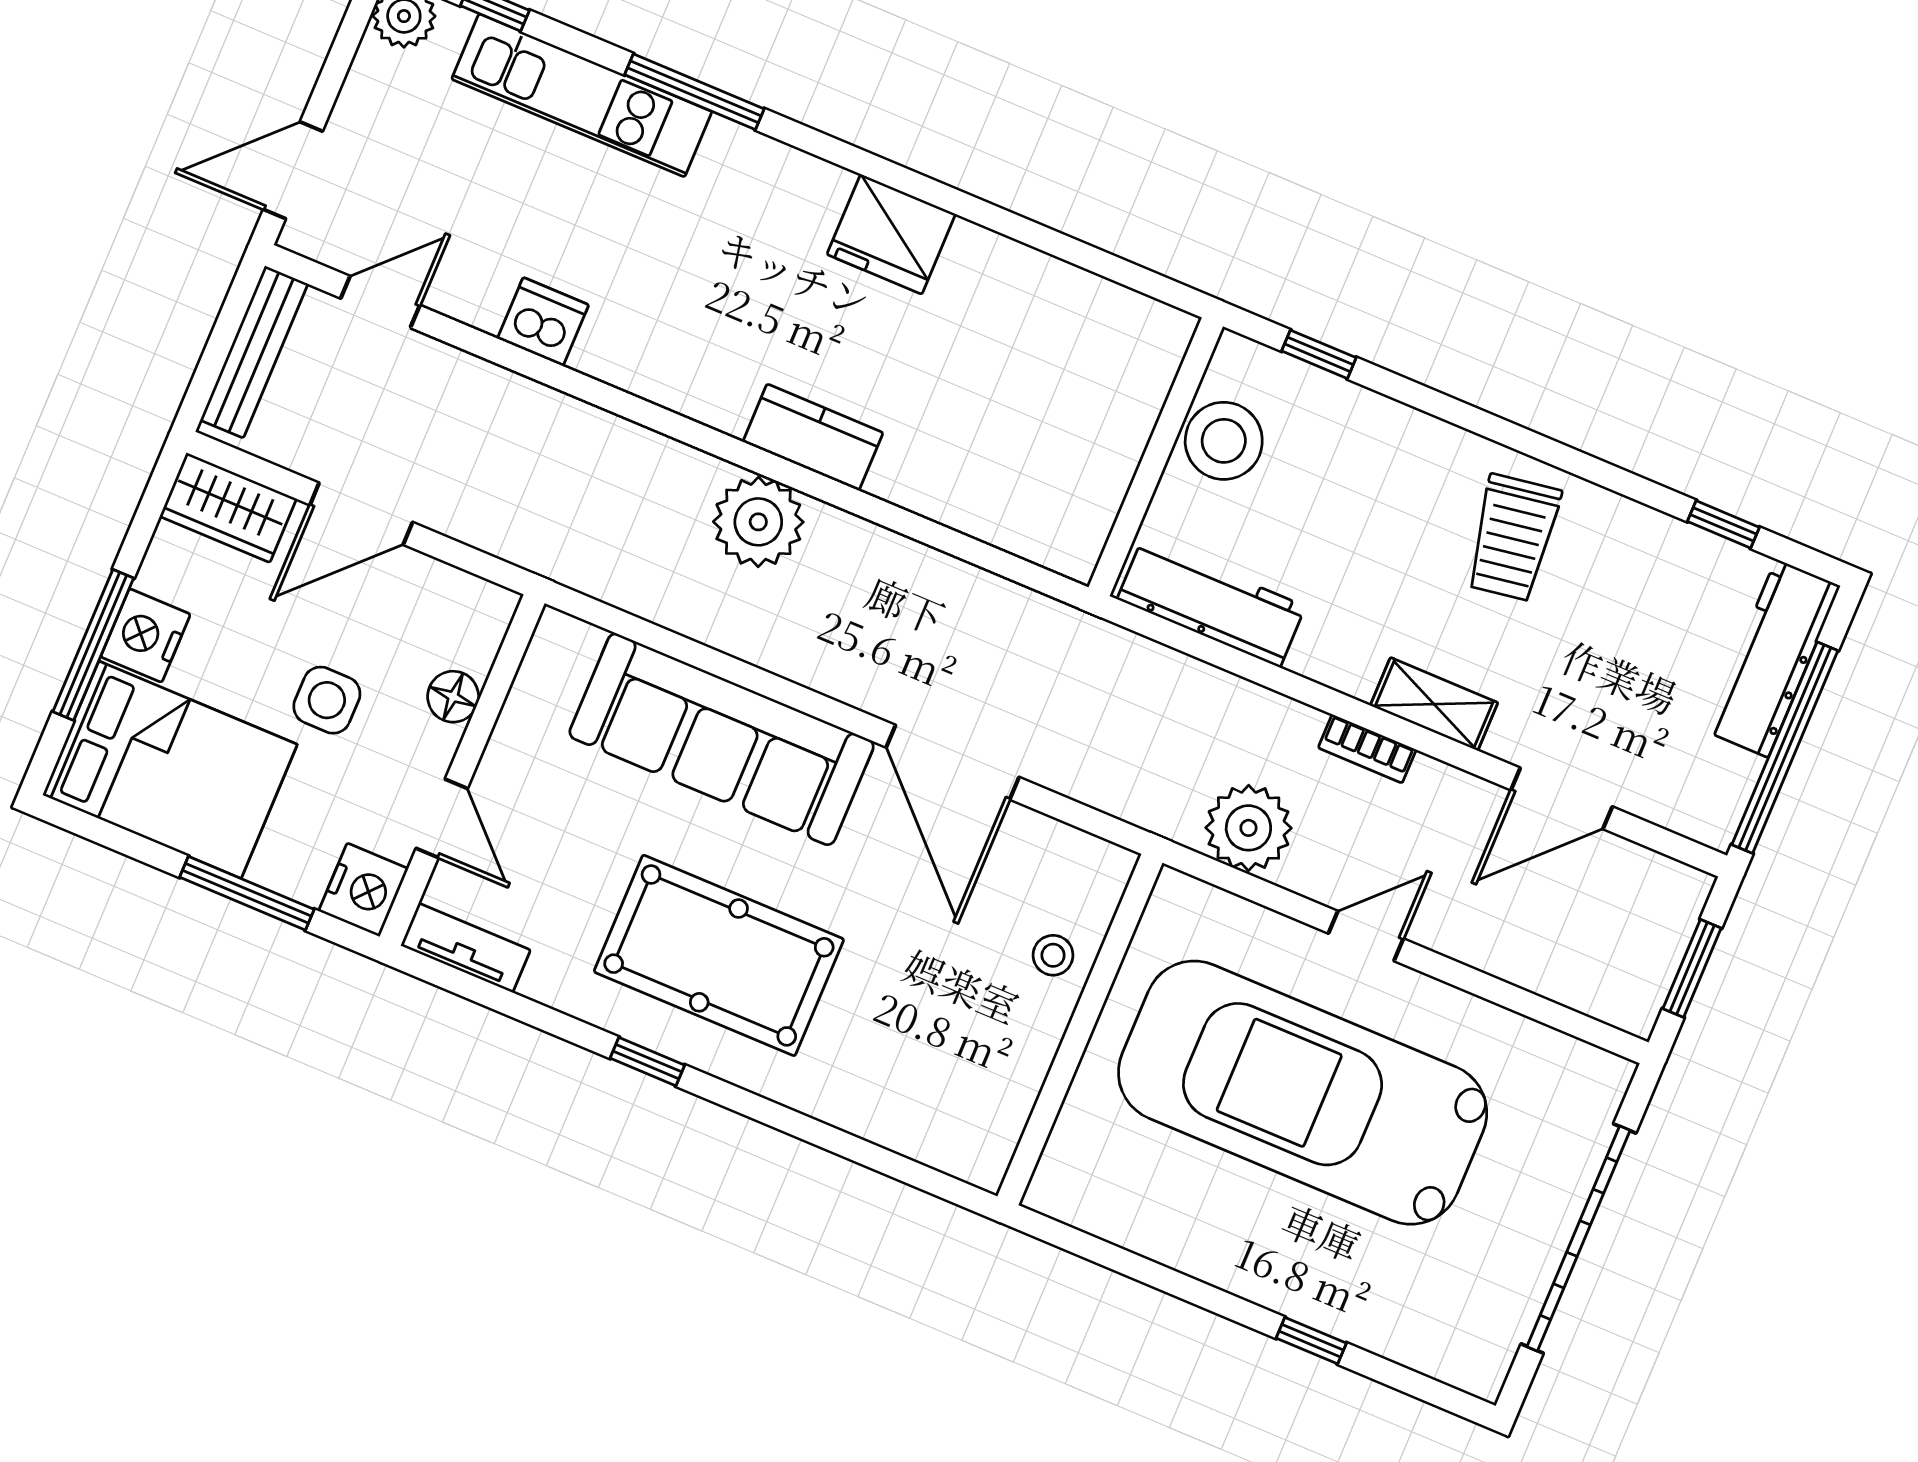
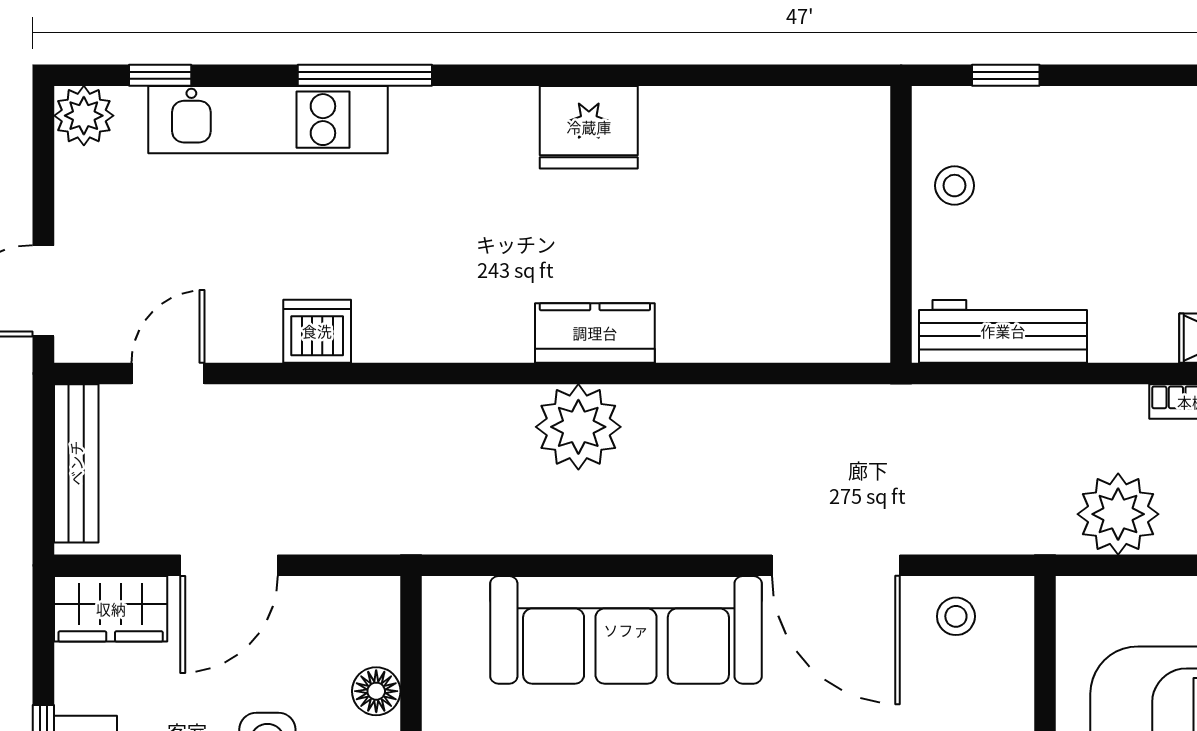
stool: (1224, 441) -> (955, 186), width x0.53, depth x0.53
stool: (1053, 955) -> (956, 616), moved

